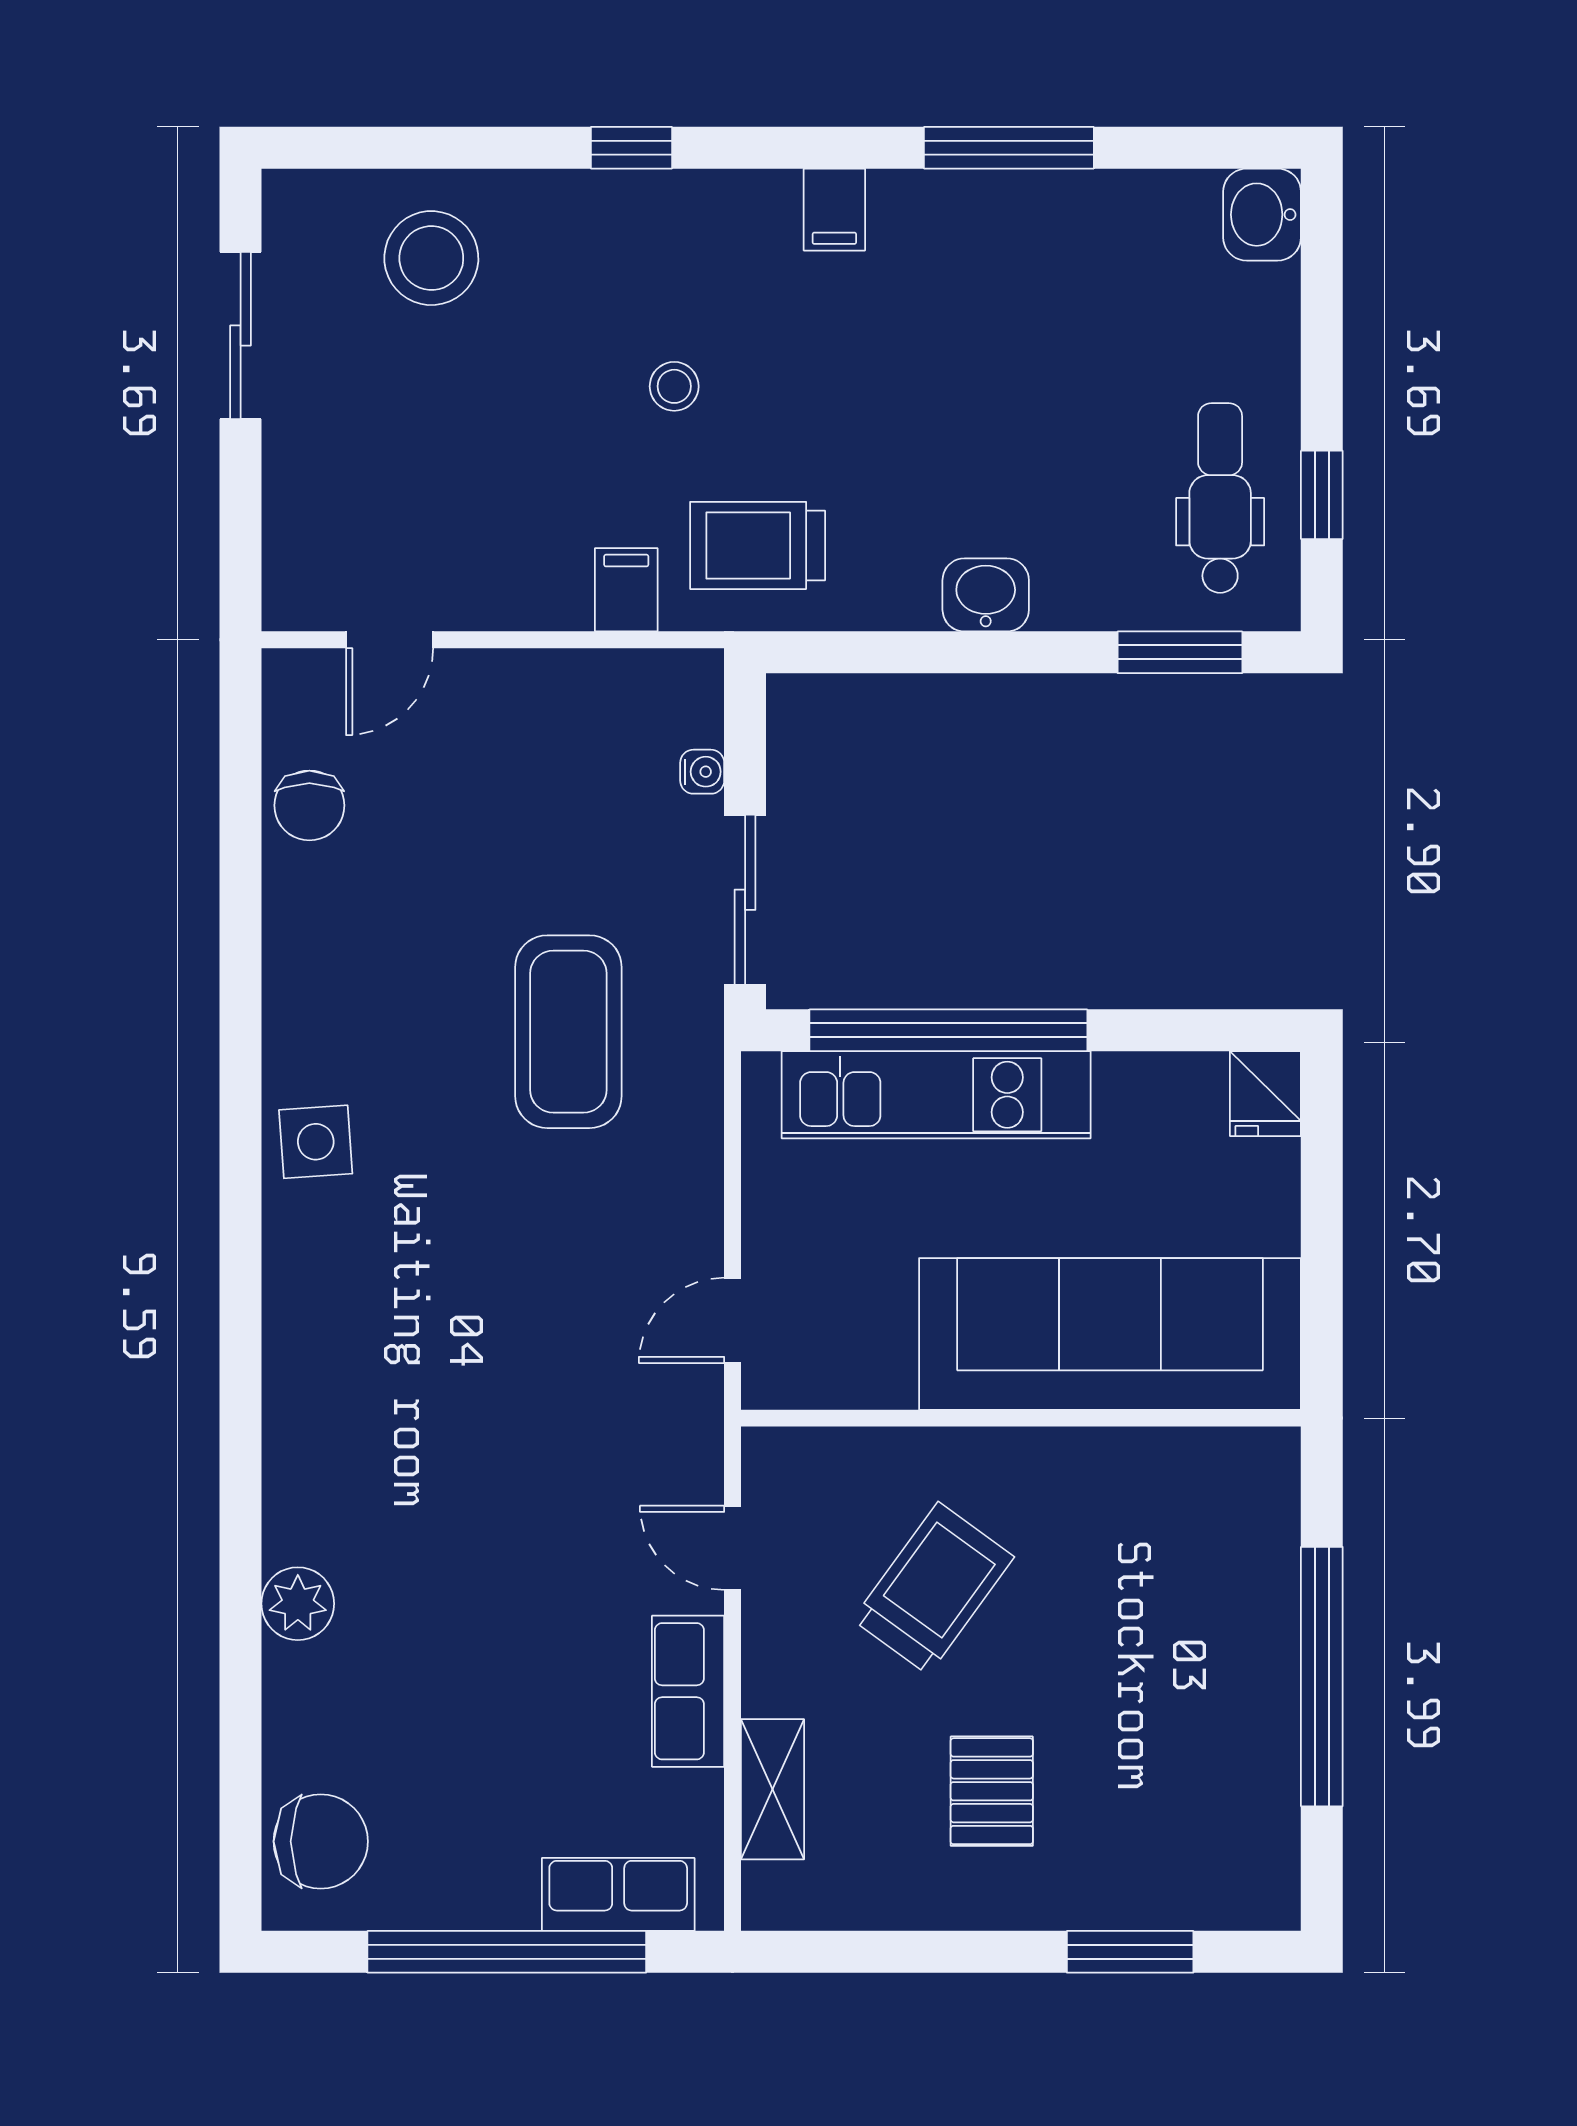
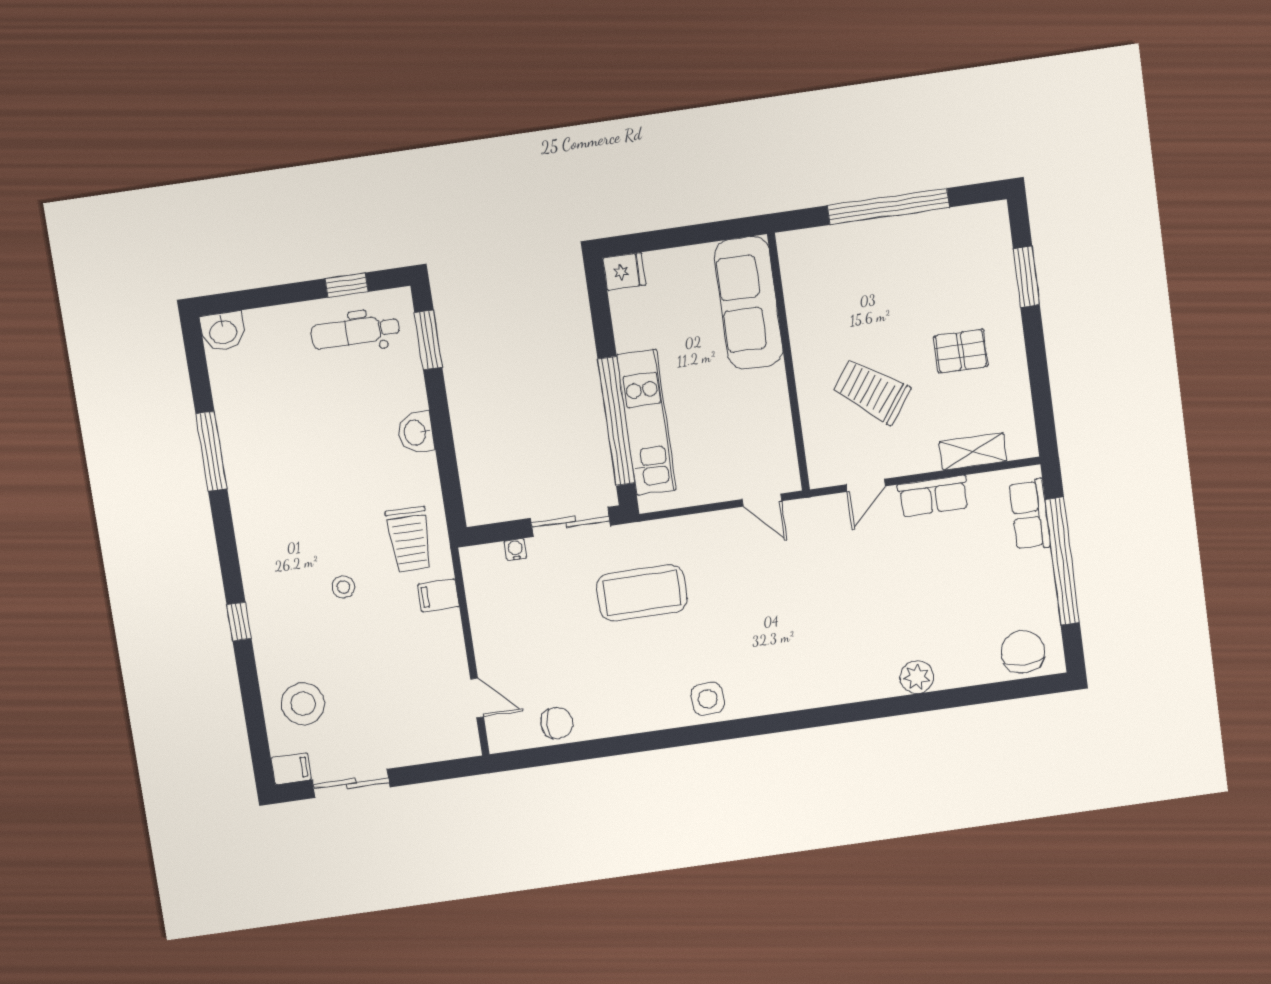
filing cabinet: (834, 210) -> (291, 769), moved
sofa: (1110, 1334) -> (749, 303), width x0.74, depth x0.79

